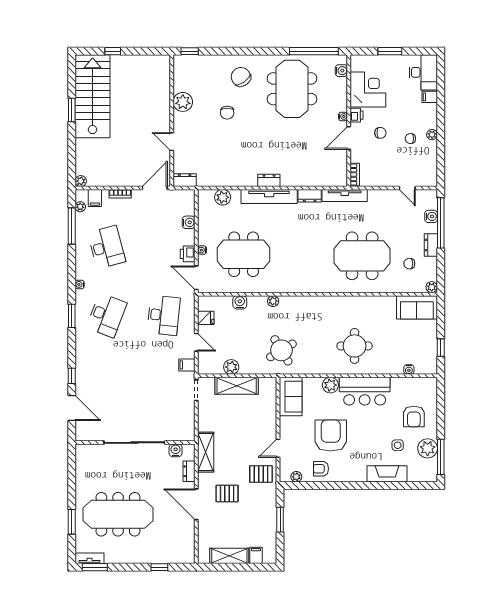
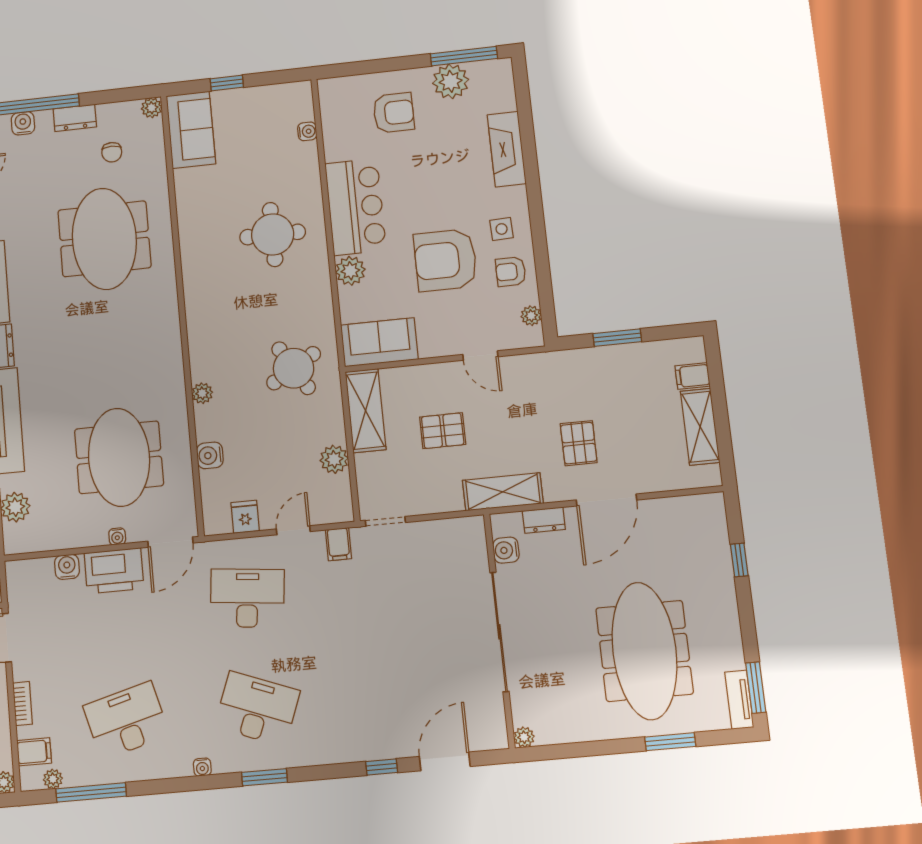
printer: (188, 254) -> (114, 571), width x1.87, depth x1.48
window: (441, 348) -> (227, 83), moved
shelving: (237, 386) -> (366, 411), moved
side table: (398, 445) -> (502, 229), moved
plant: (80, 449) -> (524, 737), added
armchair: (321, 469) -> (511, 272), turned 90
pallet: (261, 474) -> (443, 431), moved, turned 90

